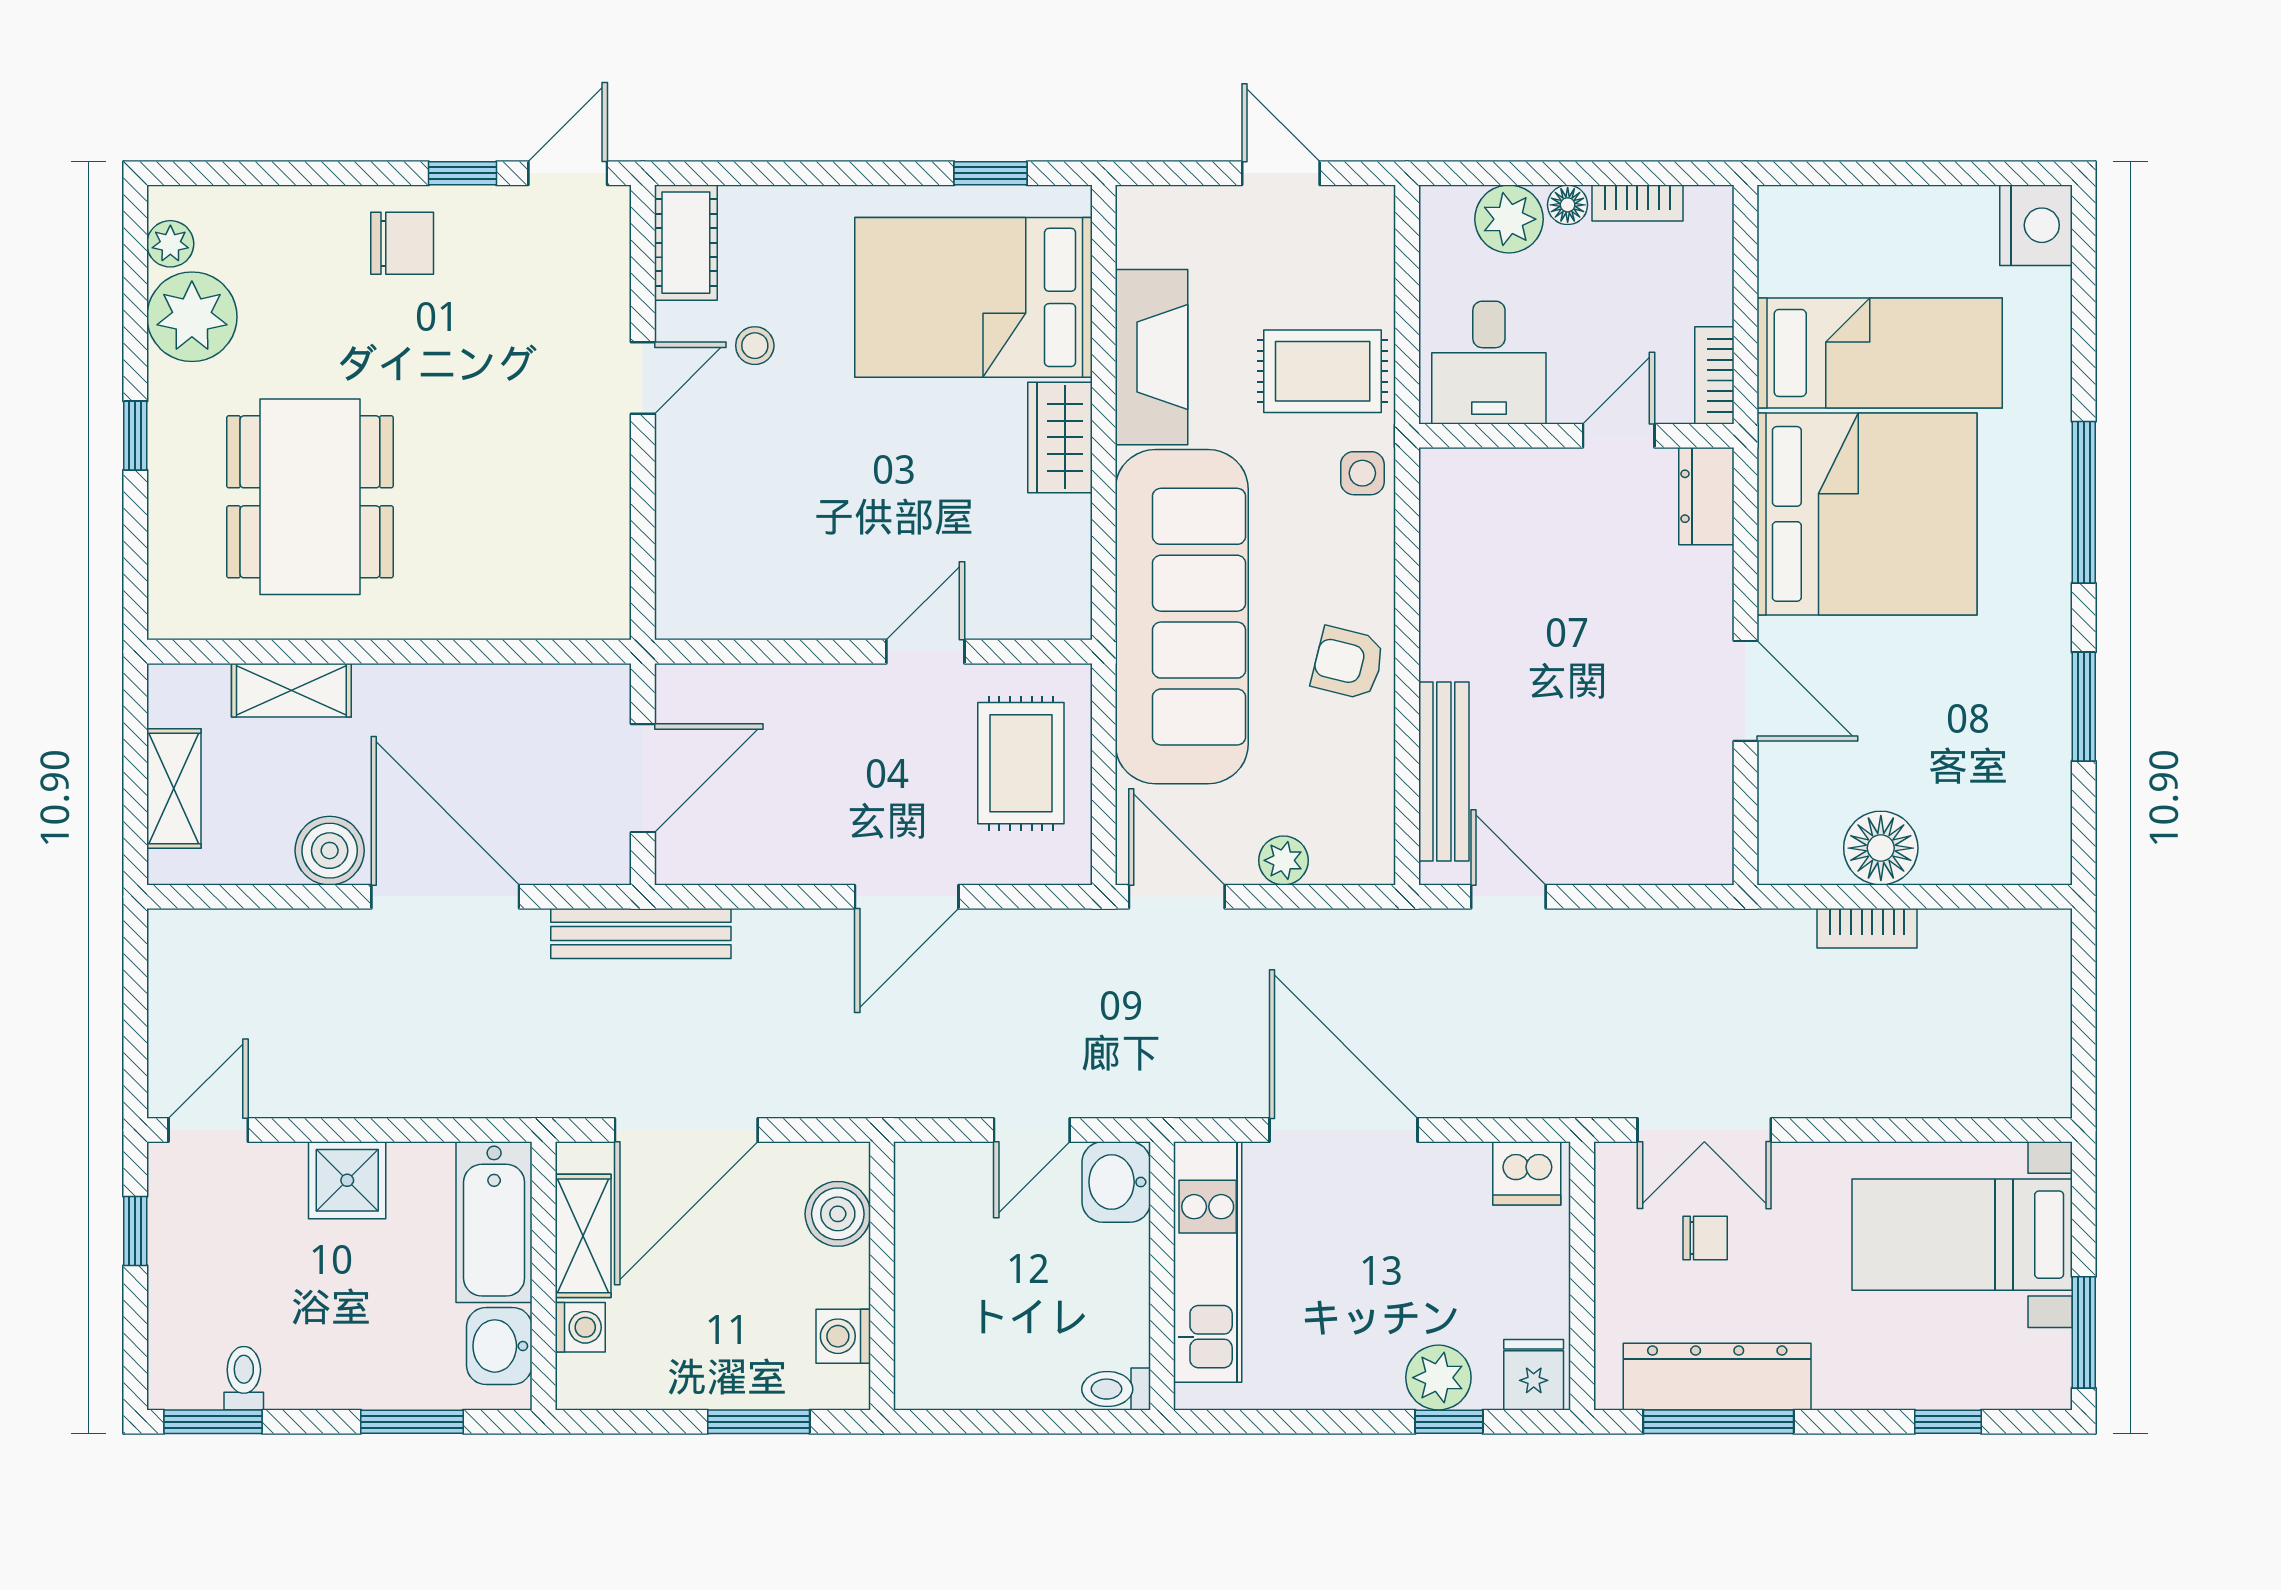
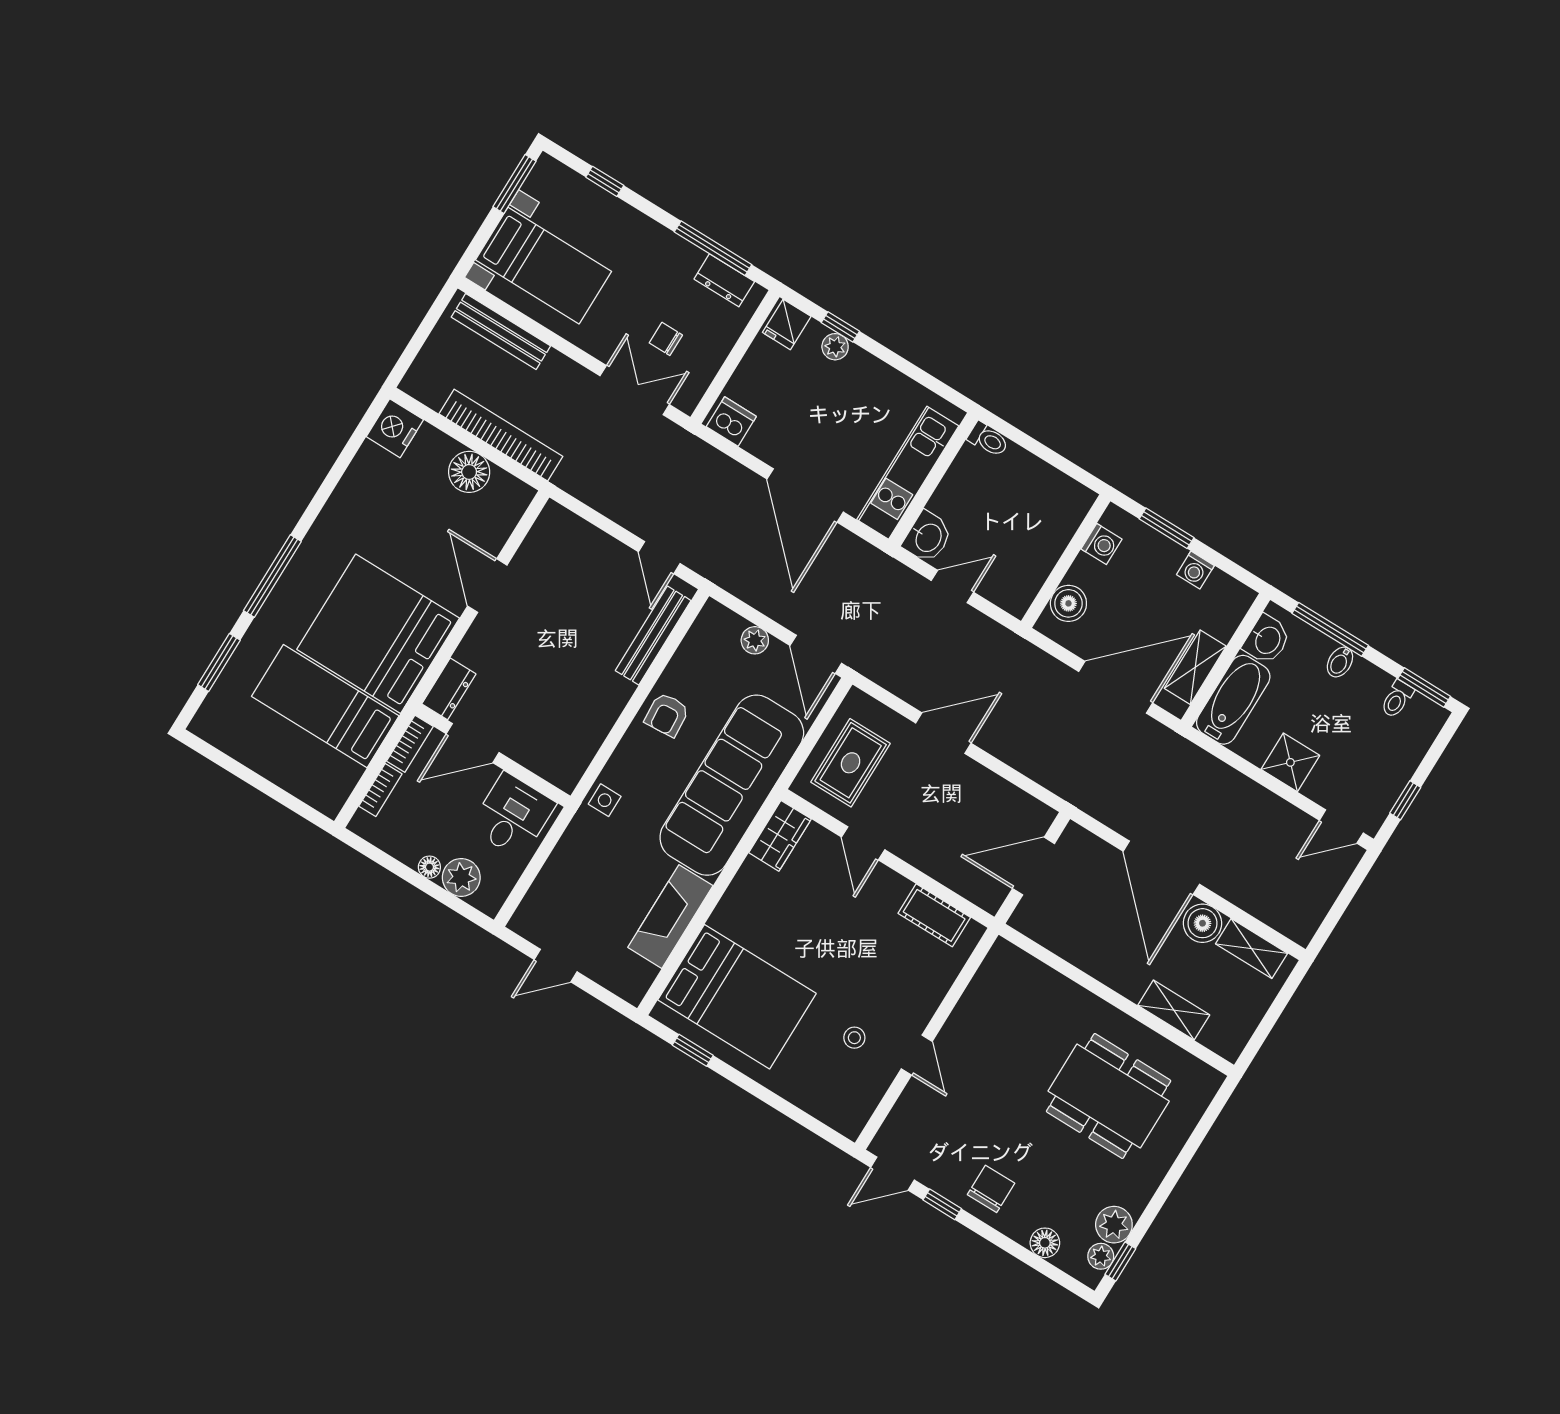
door: (1281, 173) -> (556, 966), hinge flipped
bookcase: (1637, 203) -> (380, 790), moved, turned 90
floor lamp: (269, 212) -> (1045, 1243), added
nightstand: (2036, 225) -> (395, 428), moved
chair: (402, 243) -> (991, 1189), turned 90
cot: (686, 243) -> (934, 915), moved, turned 90
plant: (192, 317) -> (1114, 1225), width x0.73, depth x0.73
rug: (1323, 371) -> (594, 860), removed
door: (643, 378) -> (917, 1055), swing flipped
window: (135, 436) -> (1120, 1262), moved
door: (1619, 436) -> (473, 743), width x1.38
wardrobe: (1060, 437) -> (780, 836), moved
dining table: (310, 497) -> (1109, 1096), turned 90
door: (925, 652) -> (863, 843), hinge flipped
armchair: (1348, 663) -> (667, 715), turned 72
window: (2084, 707) -> (219, 662), moved
shelving: (174, 788) -> (1251, 949), moved, turned 90
bookcase: (1867, 928) -> (501, 435), width x2.31, depth x1.31
bench: (641, 934) -> (501, 332), moved
washing machine: (580, 1327) -> (1195, 570), moved, turned -90
dresser: (1717, 1377) -> (724, 280), width x0.51, depth x0.80
plant: (1438, 1378) -> (835, 347), width x0.73, depth x0.73
bidet: (366, 1381) -> (1340, 662), added
window: (412, 1422) -> (1330, 629), width x1.44

